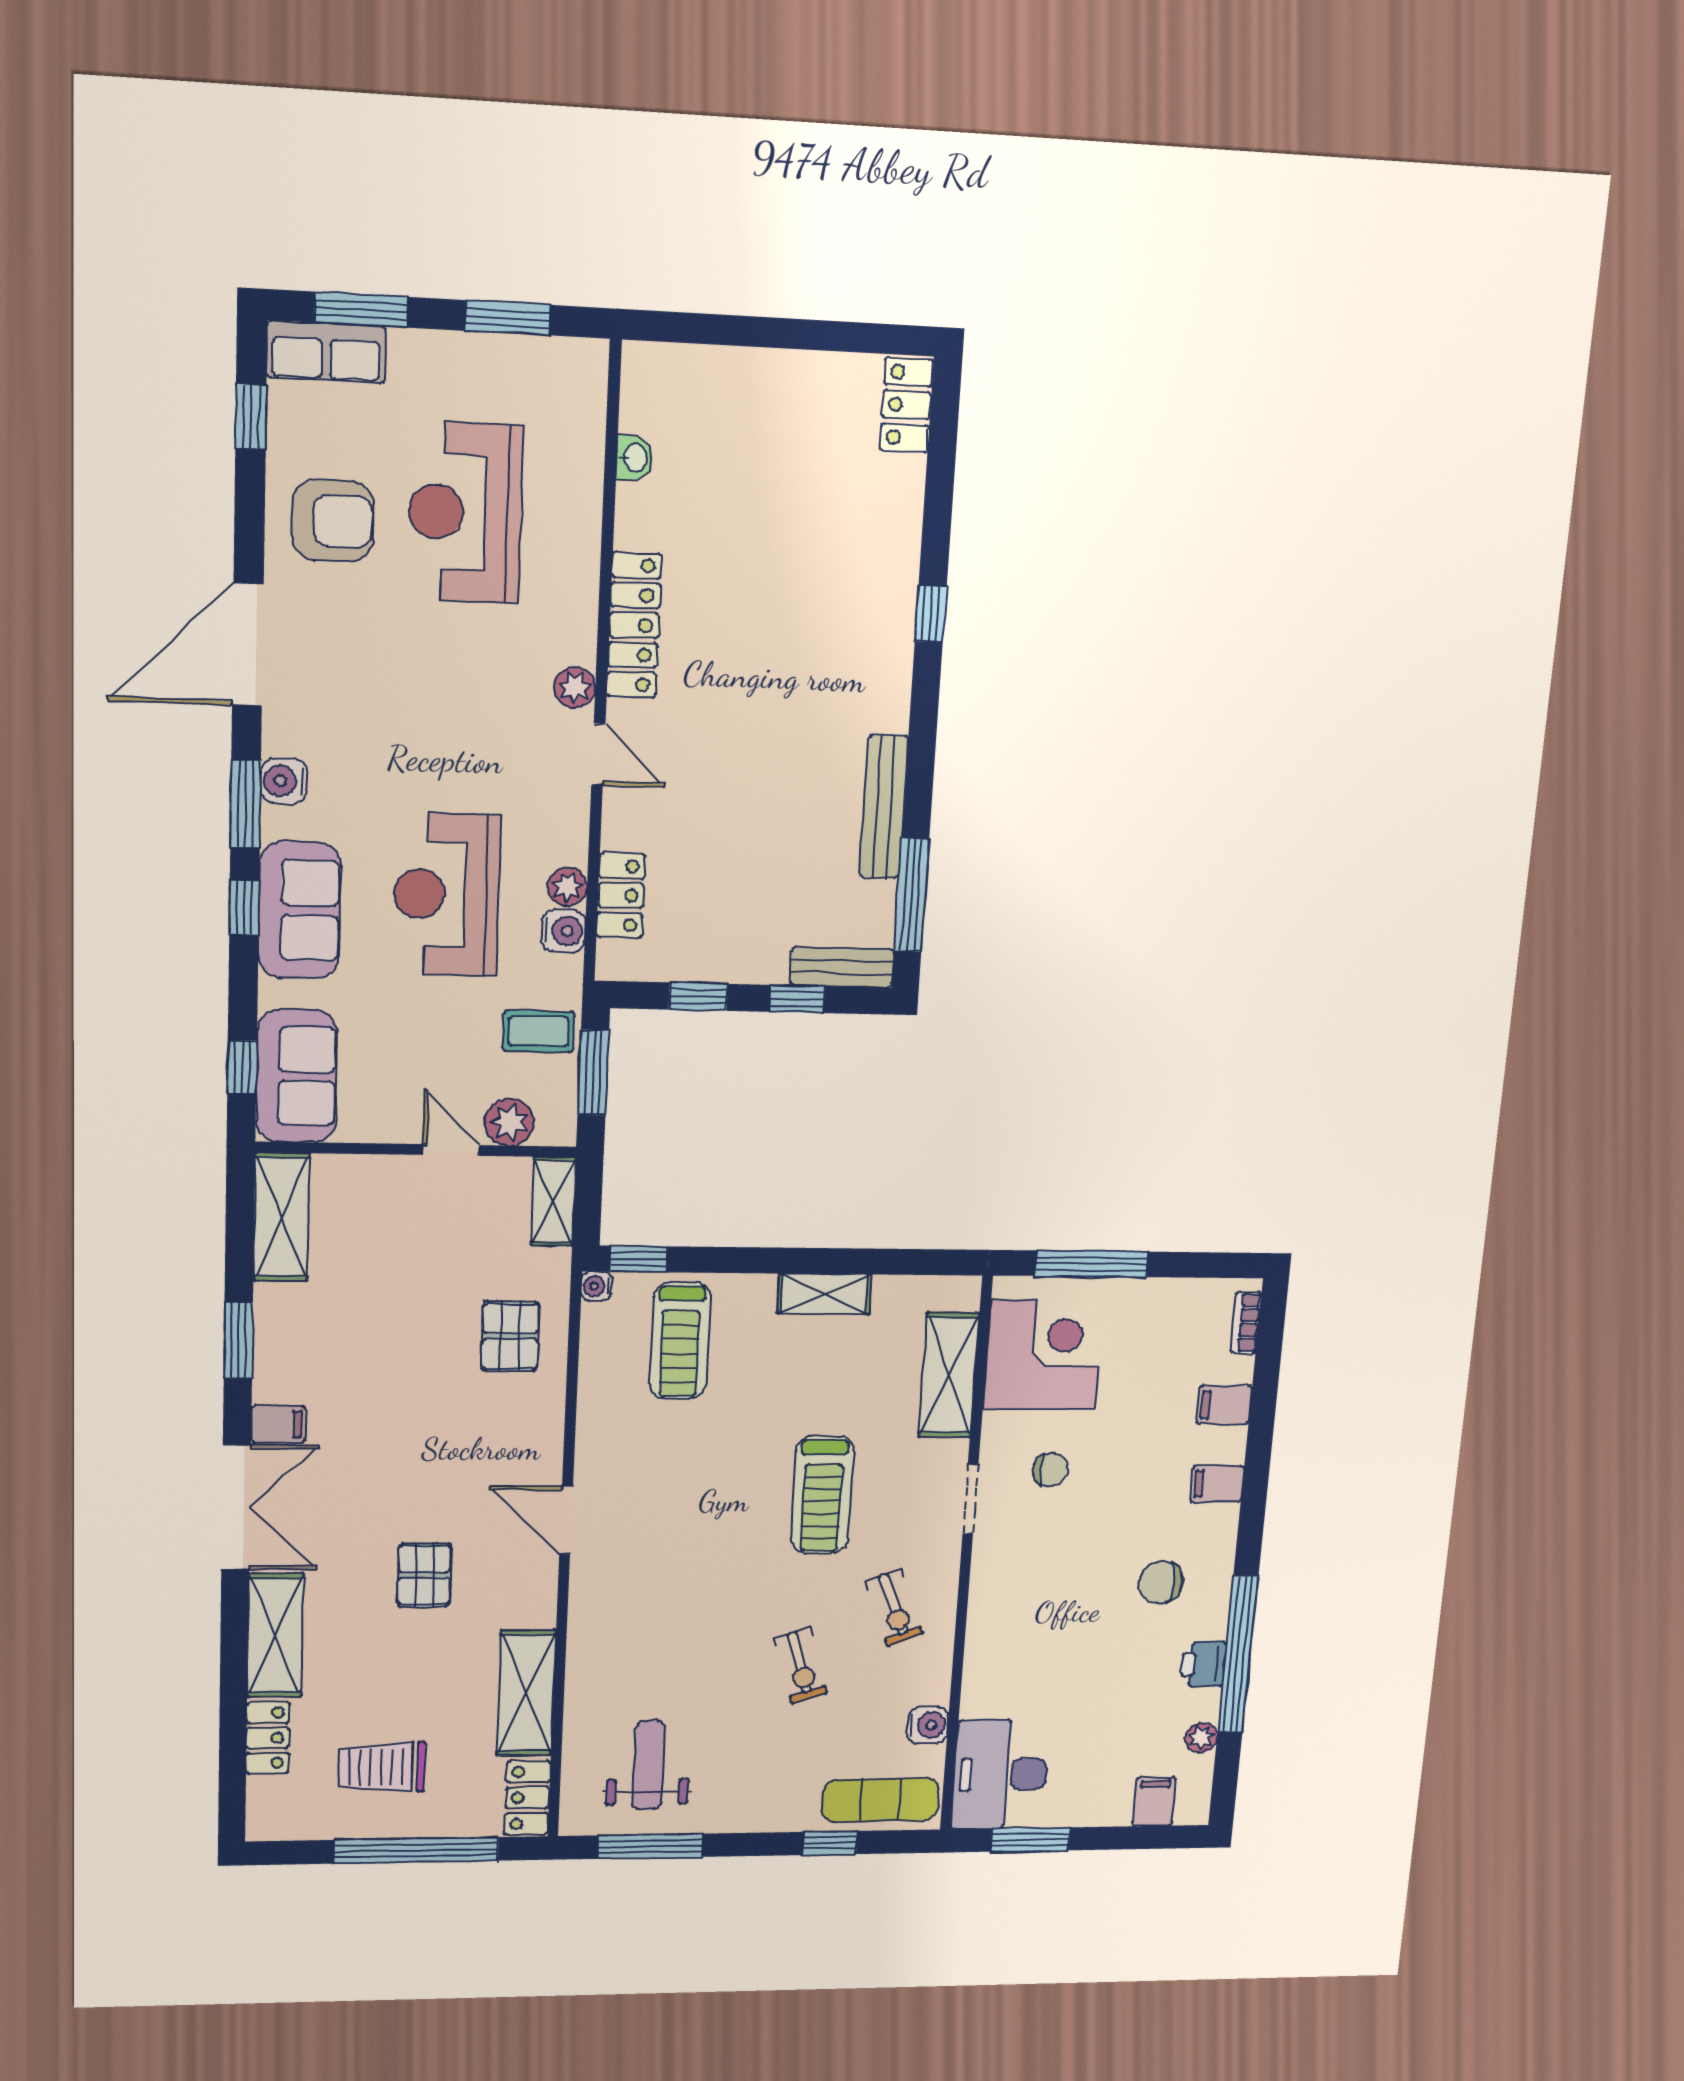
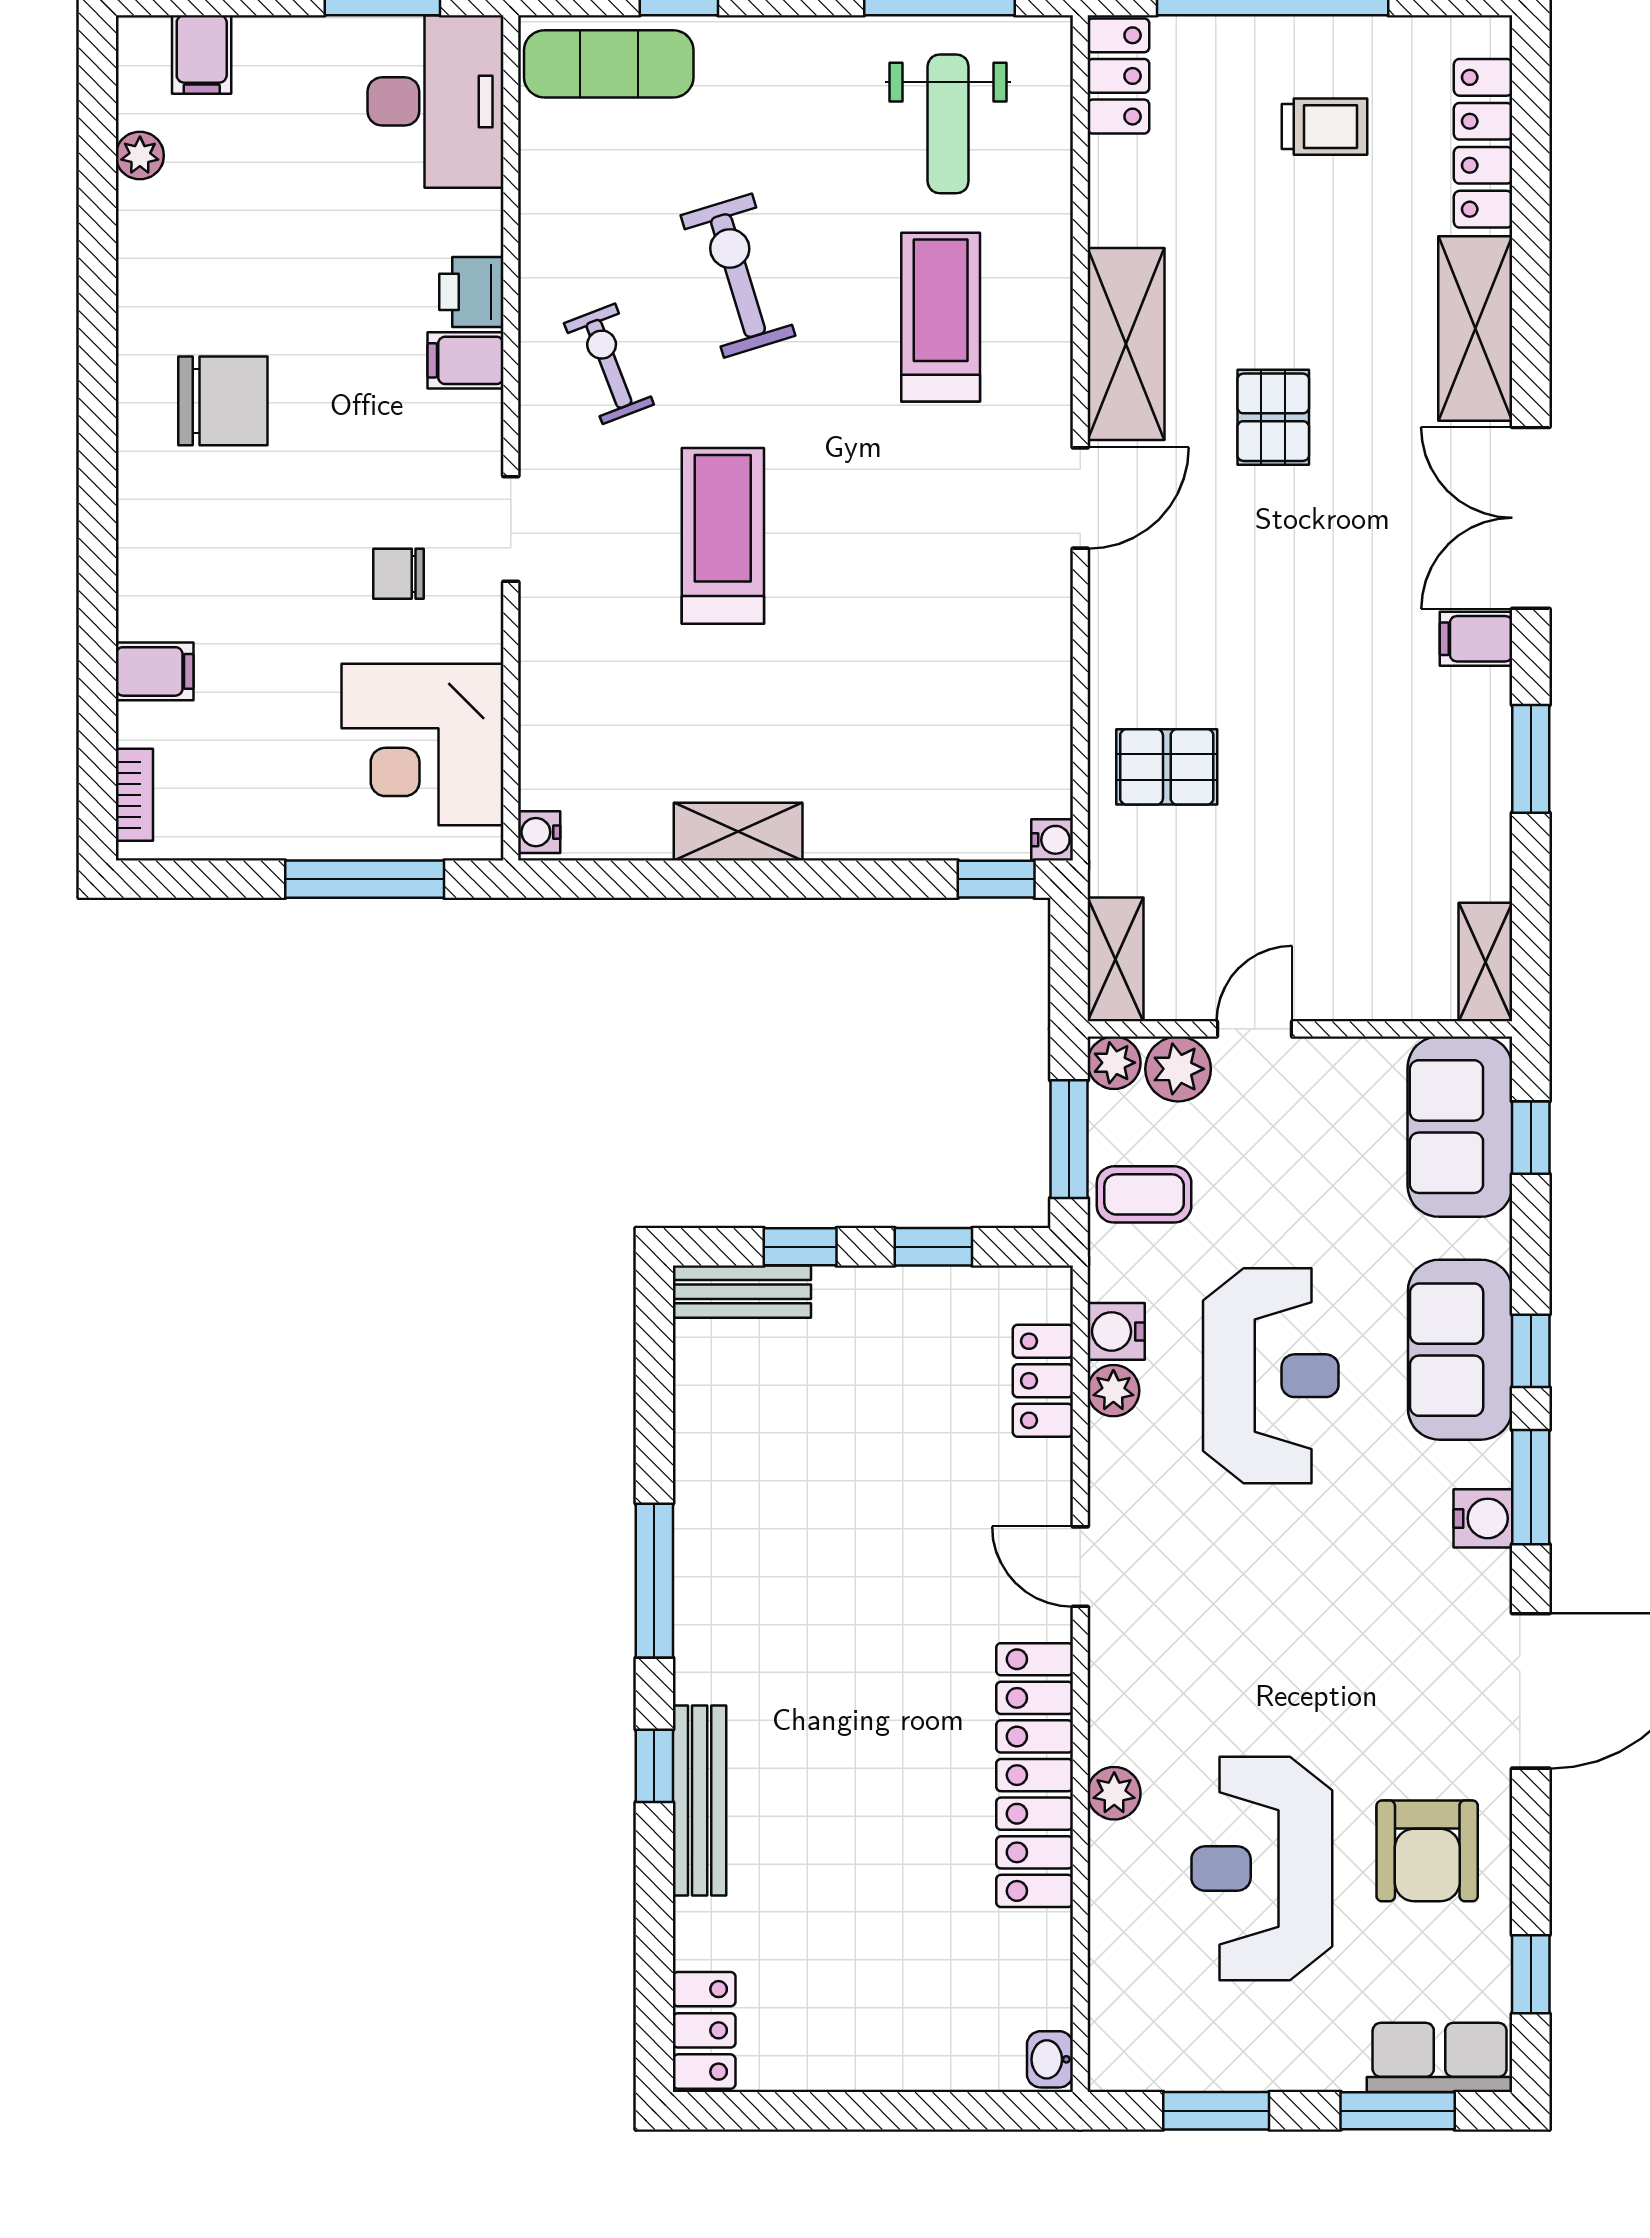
washbasin: (635, 458) -> (1050, 2059), moved
reception desk: (465, 513) -> (1262, 1868), turned 180
armchair: (333, 521) -> (1427, 1851), turned -90
locker: (634, 625) -> (1035, 1775), width x1.41, depth x1.21
plant: (575, 687) -> (1114, 1793), moved
bench: (884, 807) -> (700, 1801), moved
window: (911, 895) -> (654, 1581), moved
plant: (557, 1127) -> (1114, 1063), added
door: (451, 1150) -> (1255, 1029), swing flipped
shelving: (281, 1217) -> (1485, 962), width x0.67, depth x0.75
pallet: (510, 1336) -> (1167, 767), turned 90
treadmill: (680, 1341) -> (941, 317), moved
shelving: (949, 1375) -> (555, 714), removed
filing cabinet: (1217, 1484) -> (466, 360), moved, turned 180
door: (566, 1520) -> (1080, 498), hinge flipped
chair: (1161, 1582) -> (223, 401), width x1.37, depth x1.37
window: (1238, 1655) -> (97, 287), removed
printer: (1203, 1664) -> (471, 292), moved, turned 180
exercise bike: (801, 1666) -> (738, 276), width x1.38, depth x1.39
shelving: (526, 1693) -> (1126, 344), moved
water cooler: (928, 1725) -> (539, 832), moved, width x0.72, depth x0.72
locker: (268, 1738) -> (1483, 143), width x1.53
trolley: (382, 1767) -> (1325, 127), width x0.73, depth x0.72

